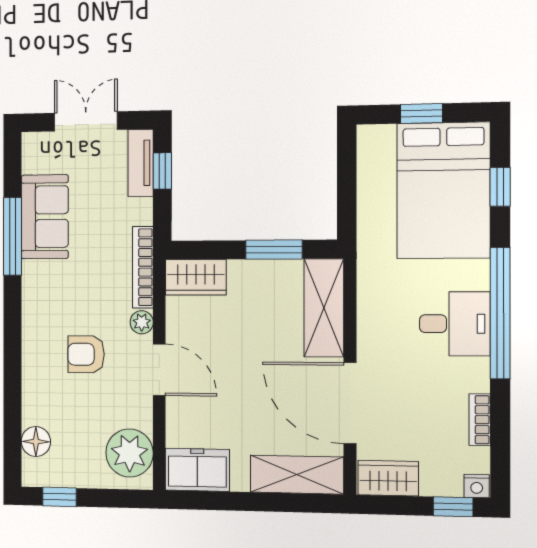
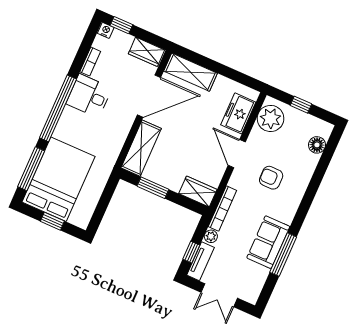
window: (500, 187) -> (31, 169), width x2.17
sofa: (45, 217) -> (268, 242), moved
plant: (142, 322) -> (211, 236), moved
desk: (455, 324) -> (89, 96), moved
armchair: (86, 354) -> (271, 178), turned 180
door: (350, 403) -> (149, 96), hinge flipped
freezer: (197, 470) -> (238, 113), moved, turned 90
window: (60, 497) -> (301, 105), moved

